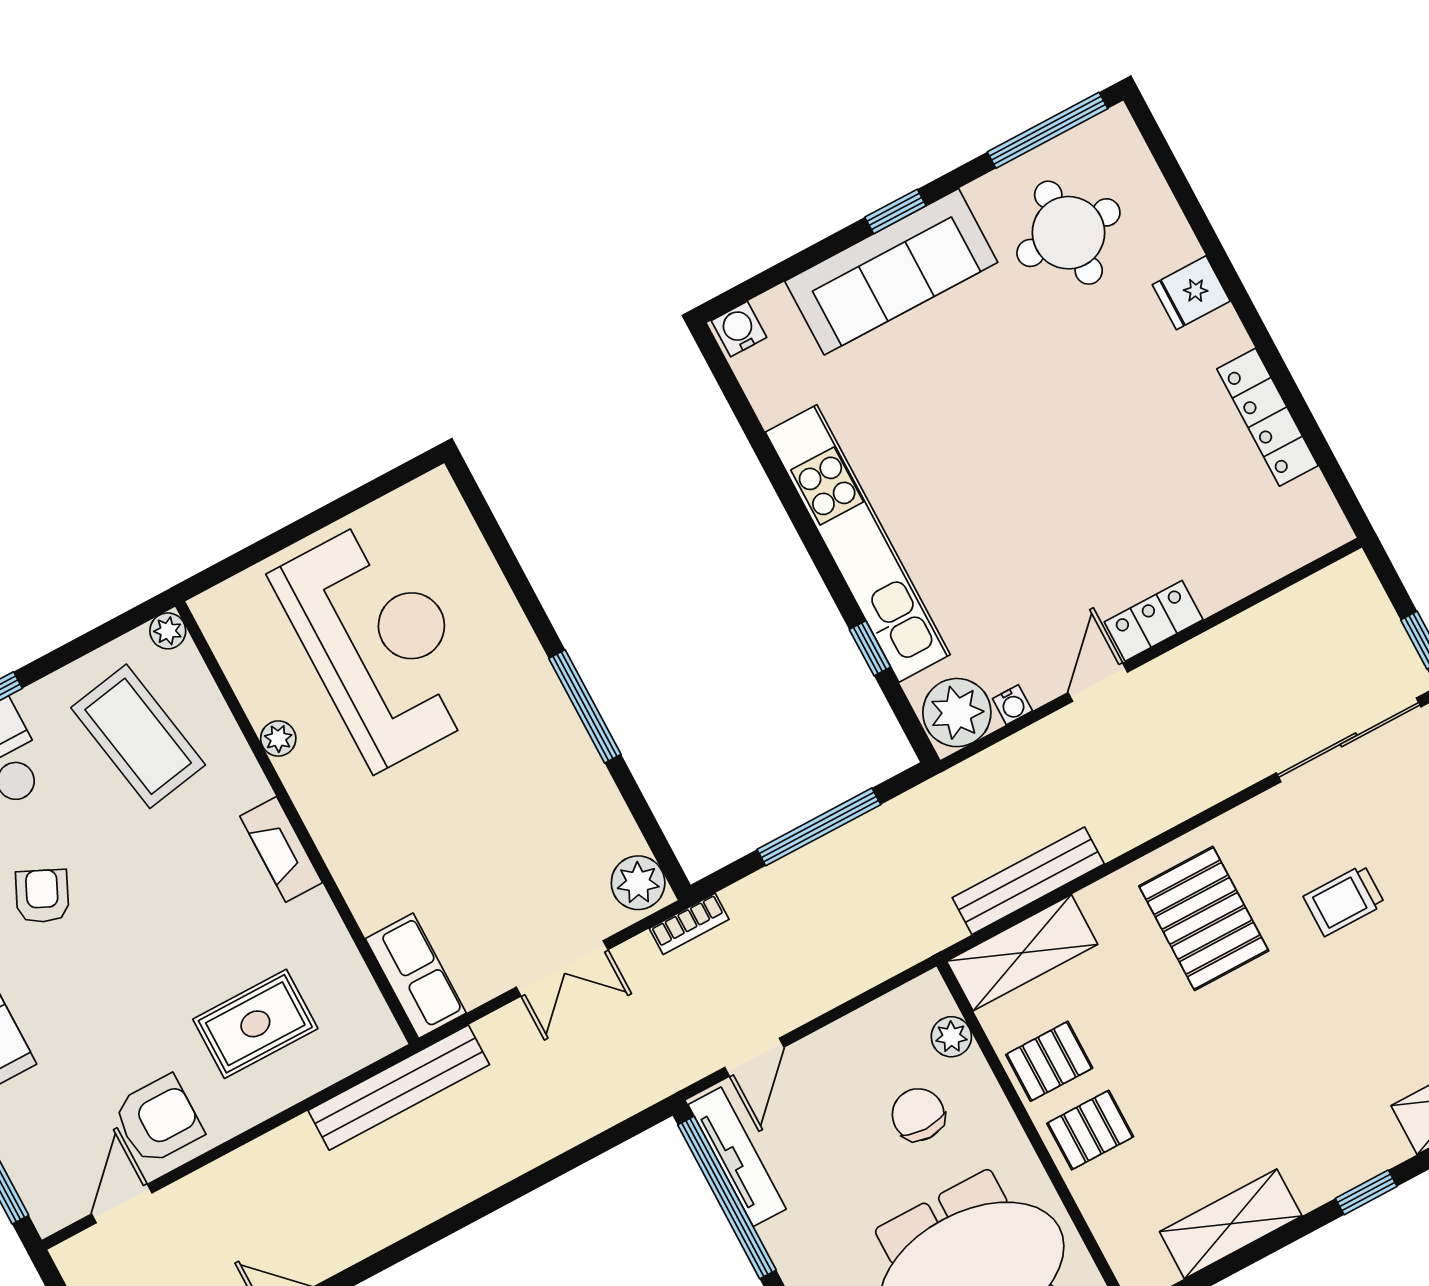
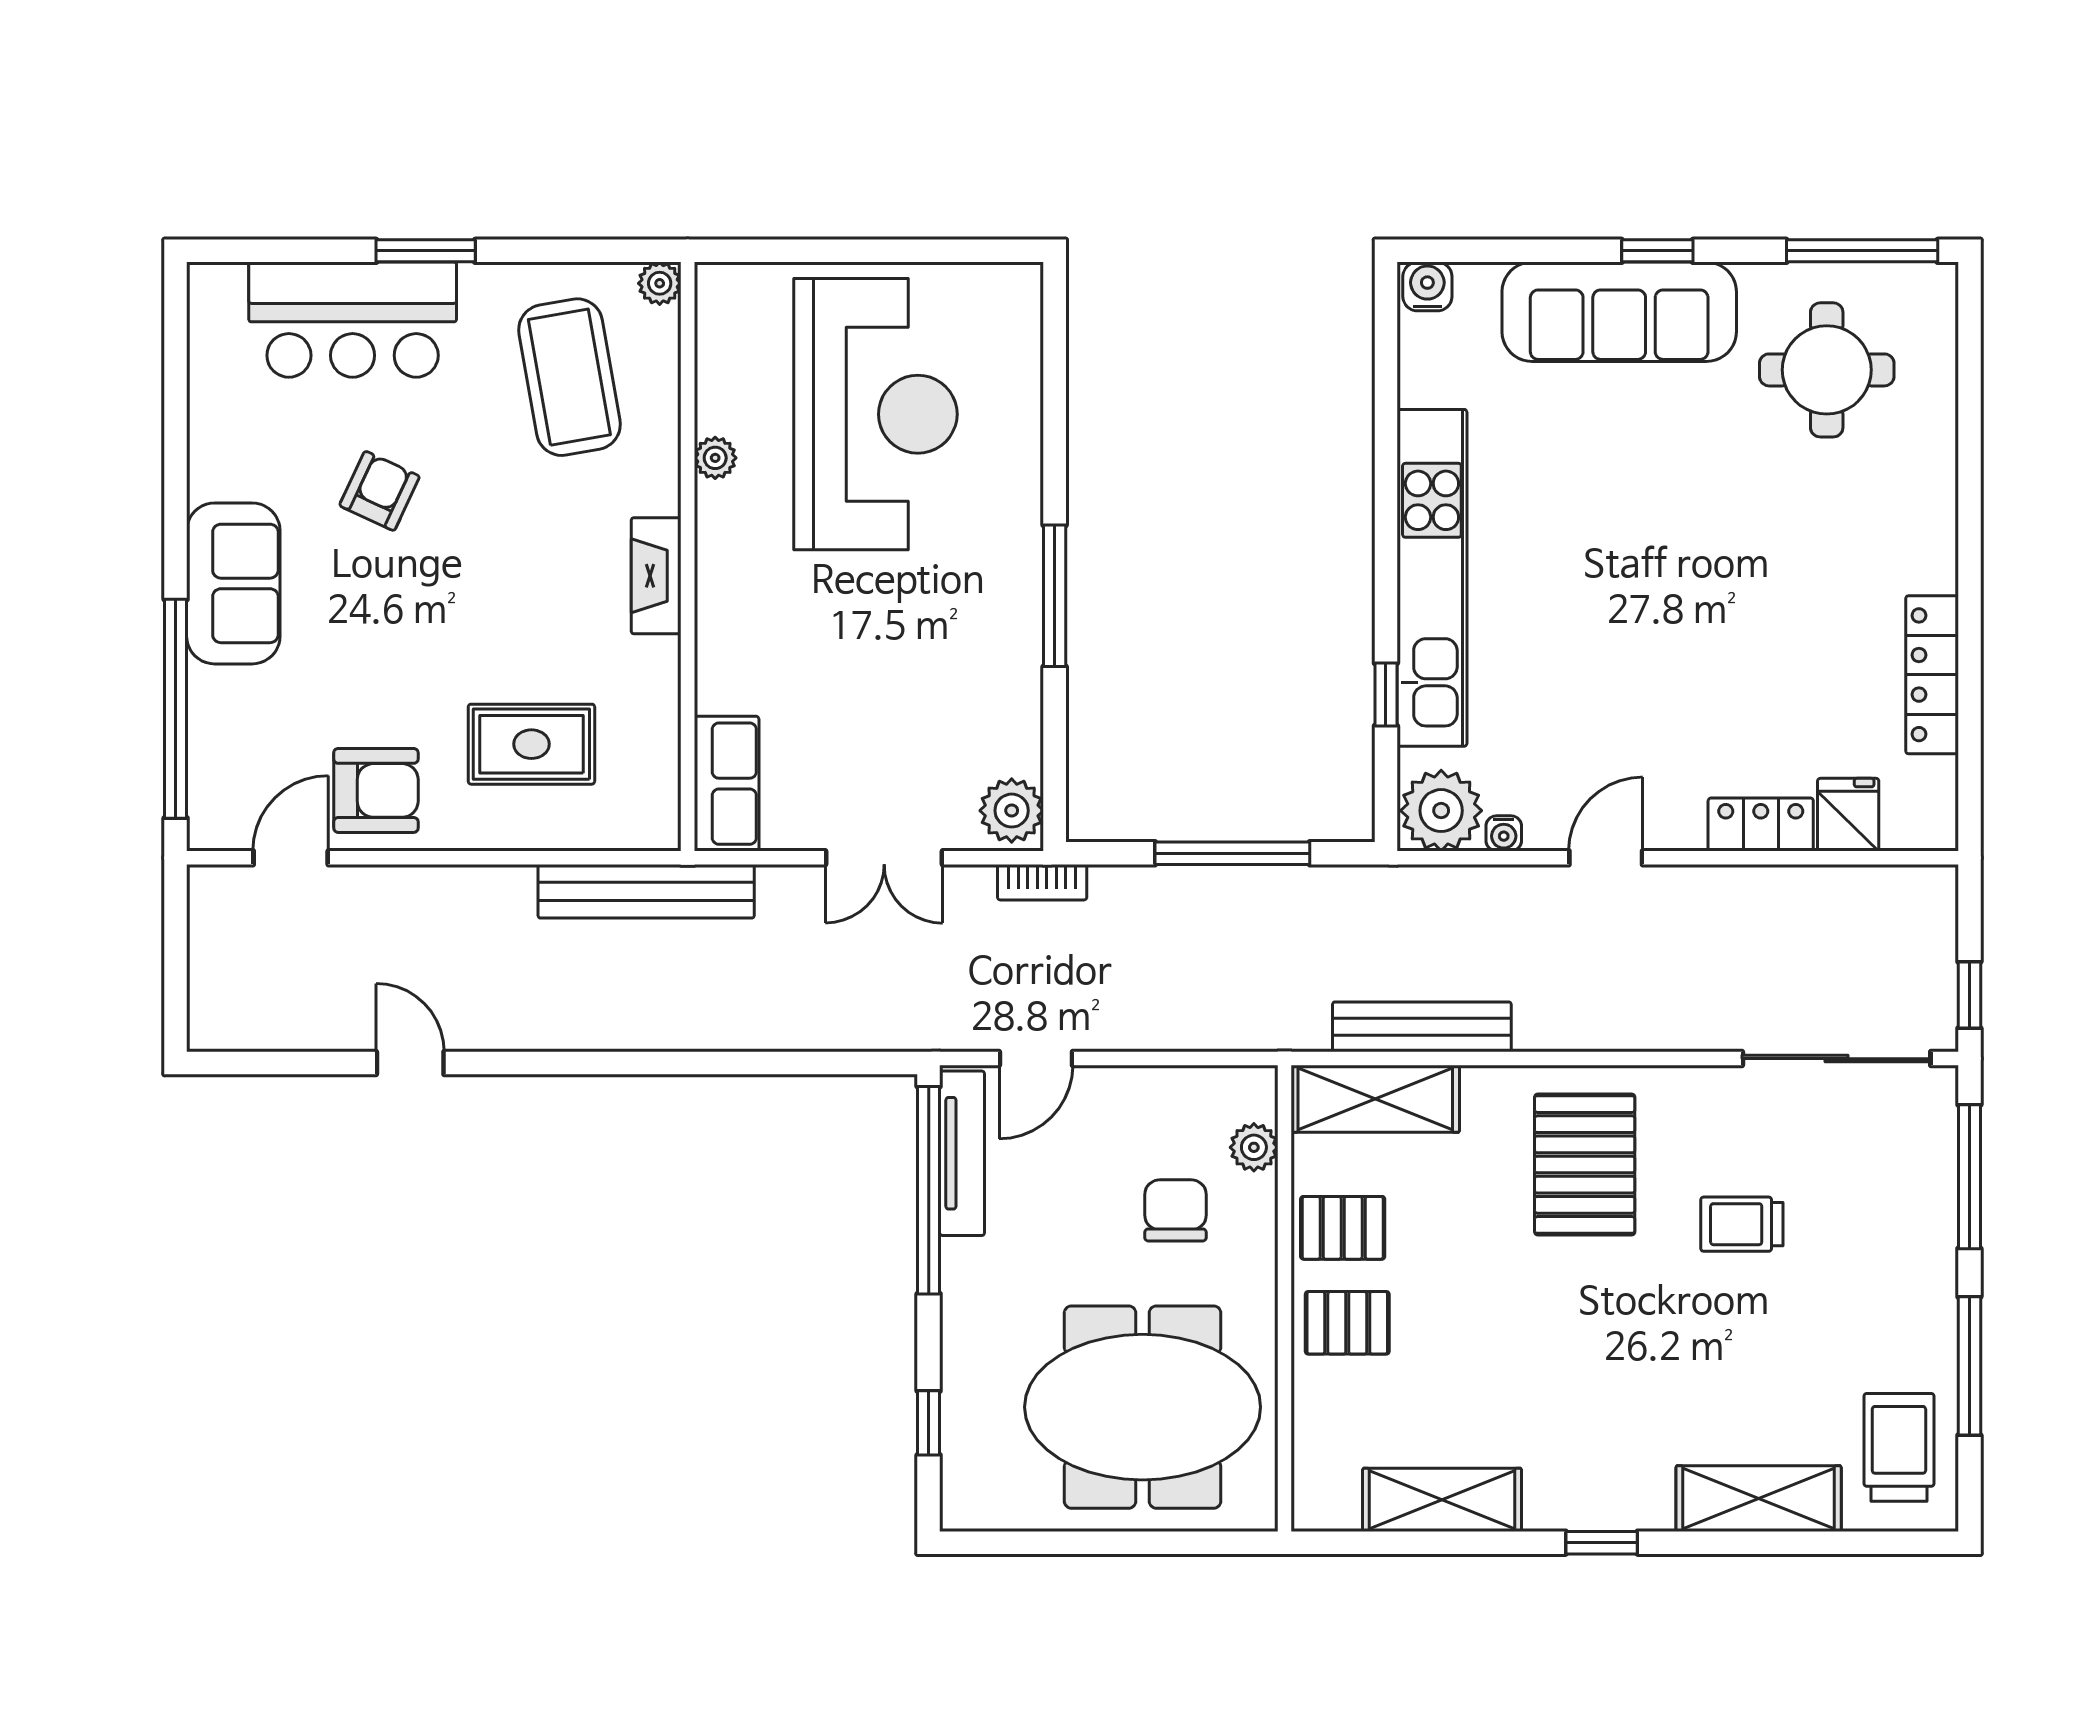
fridge: (1191, 293) -> (1848, 815), moved, turned 90
locker: (1154, 621) -> (1761, 824), moved

